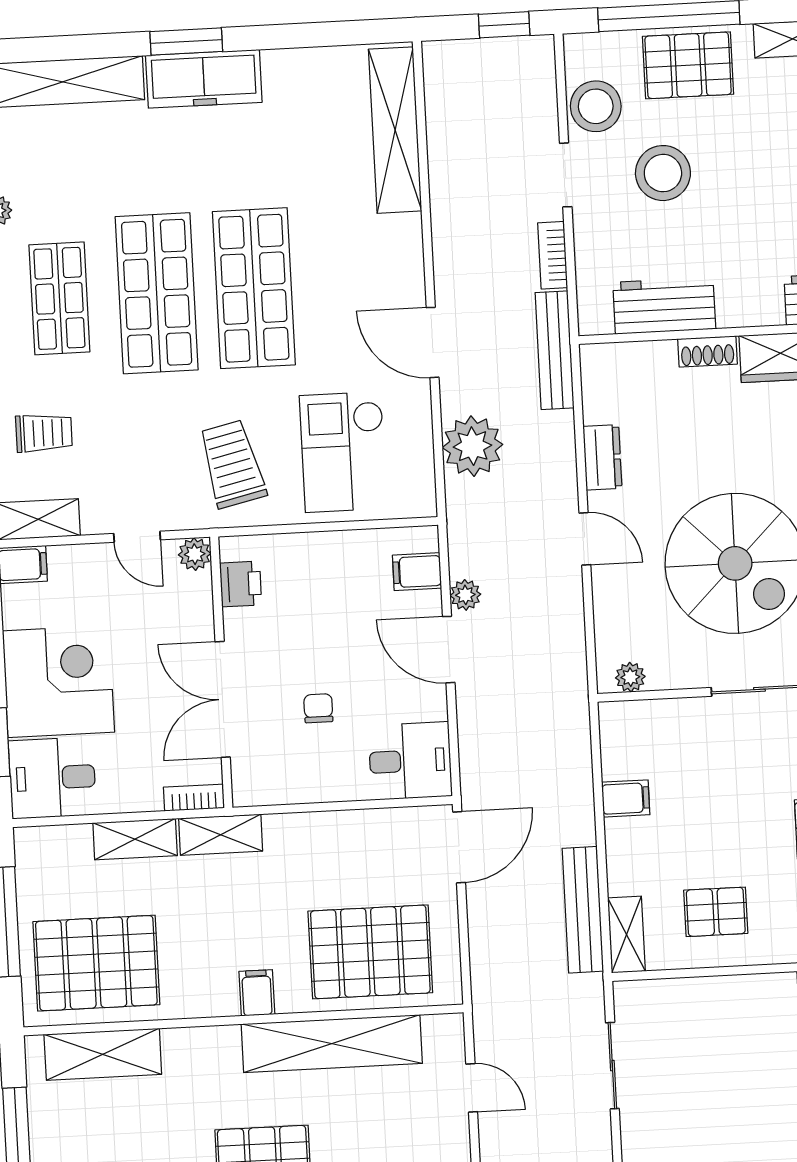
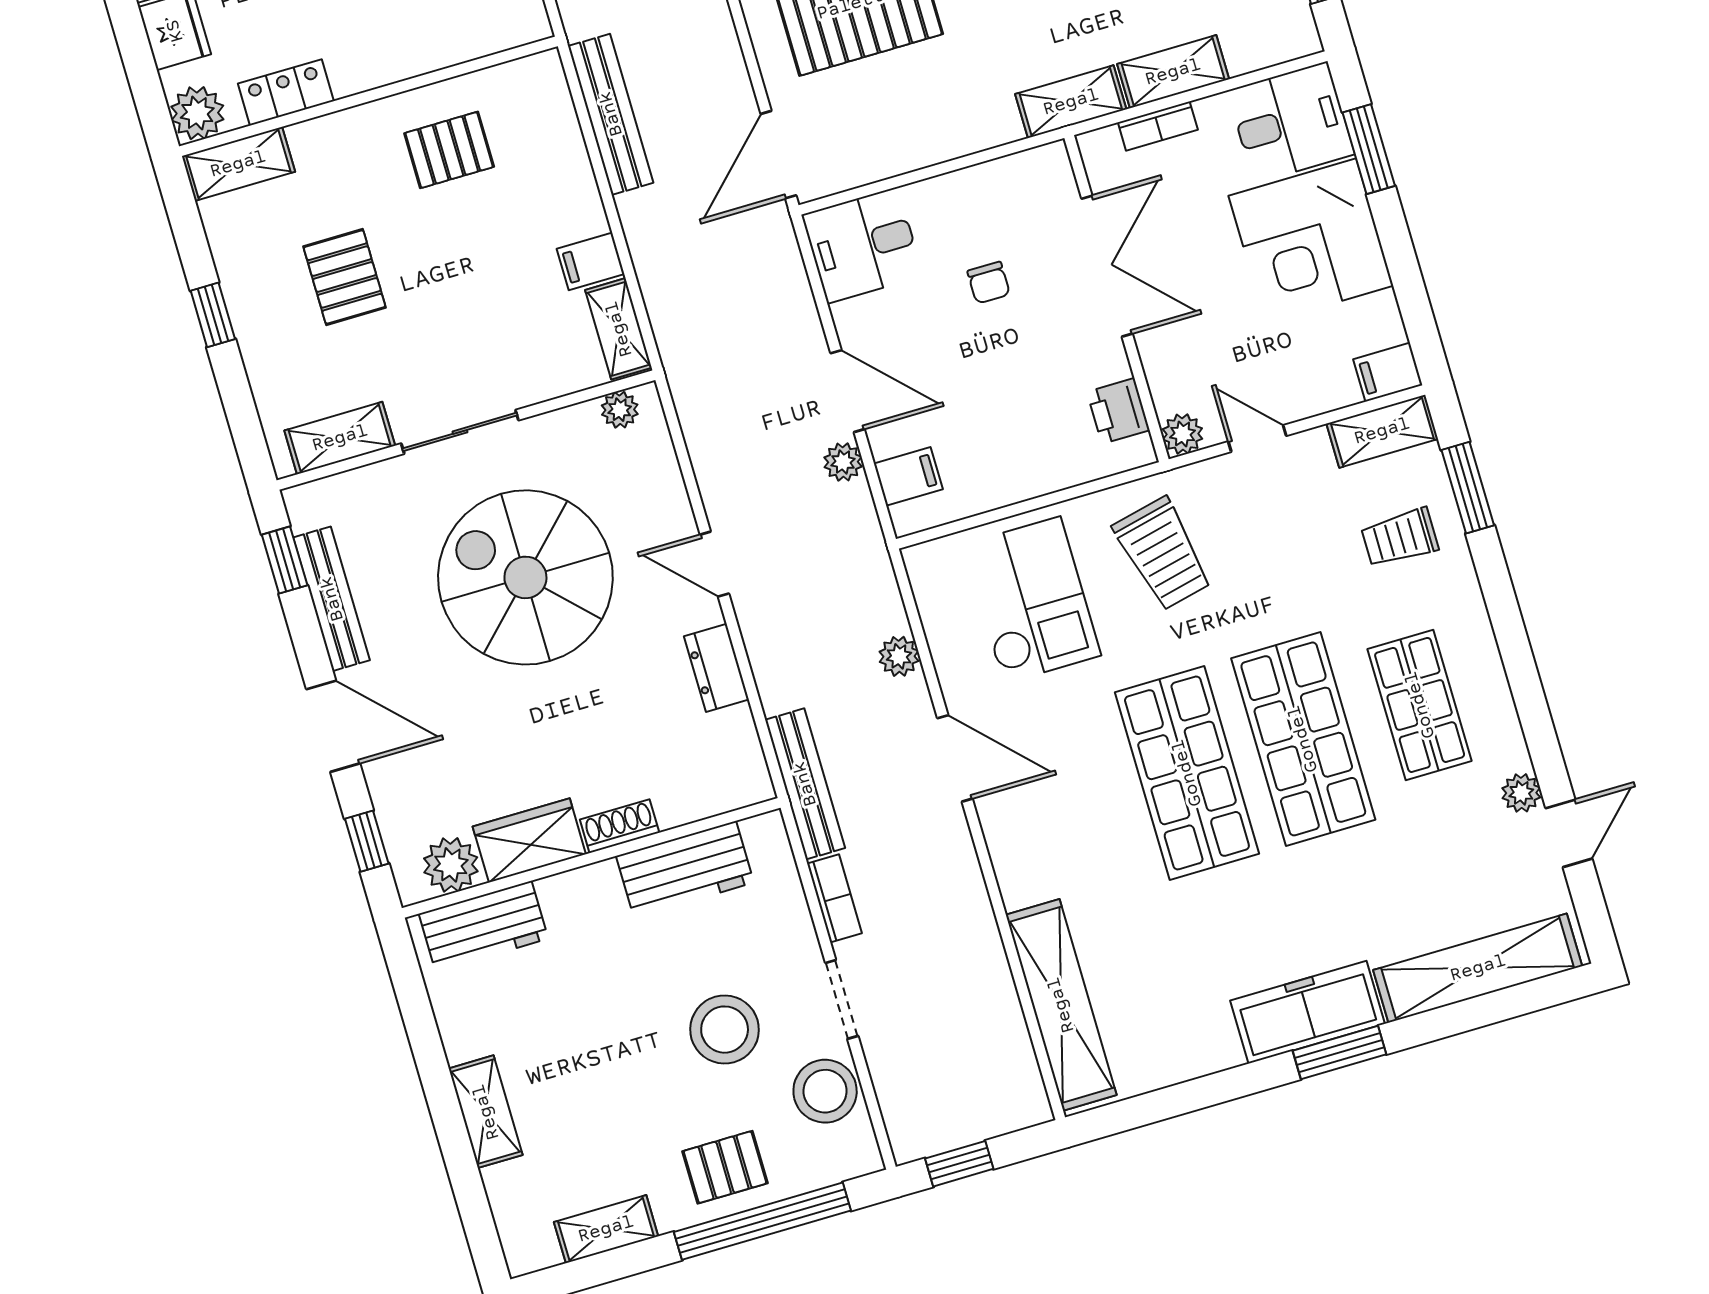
pallet: (688, 65) -> (725, 1167), width x0.67, depth x0.71
plant: (473, 446) -> (899, 656), width x0.53, depth x0.53
bookcase: (194, 798) -> (1158, 126), moved
shelving: (626, 935) -> (619, 329), moved

